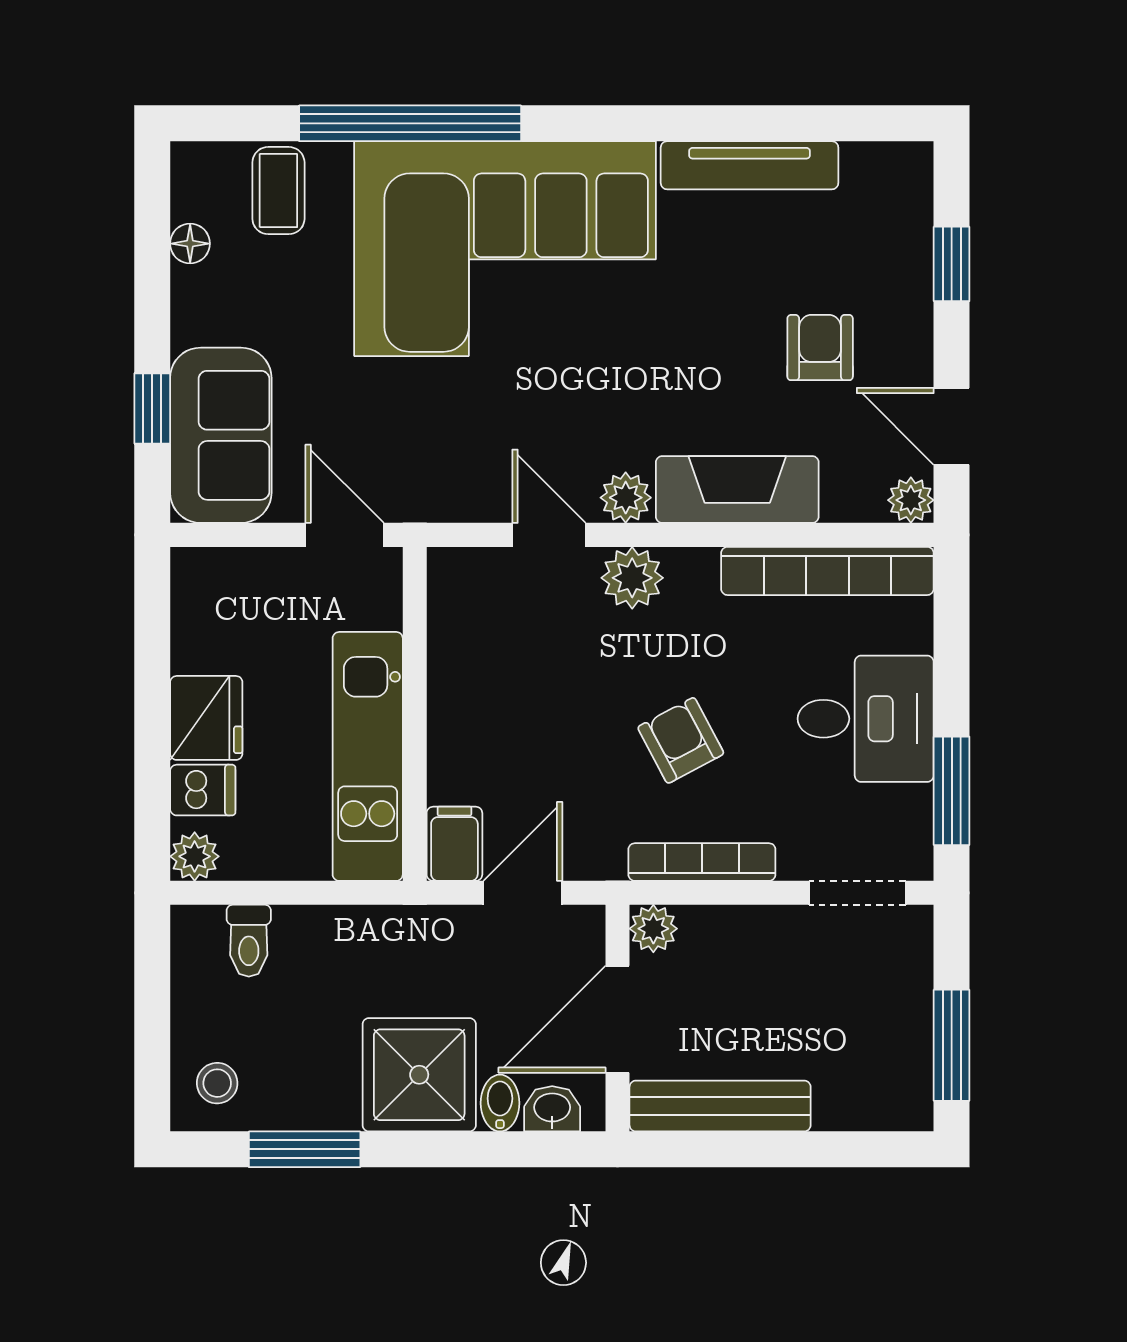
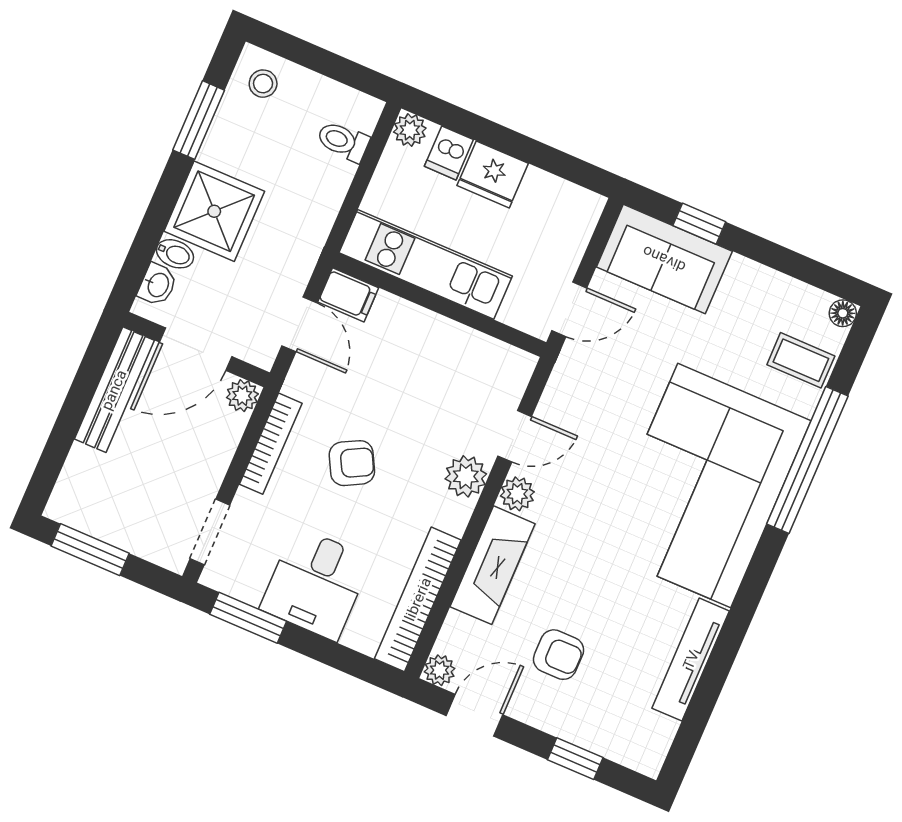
floor lamp: (190, 244) -> (843, 313), moved
door: (618, 1019) -> (196, 349), swing flipped

